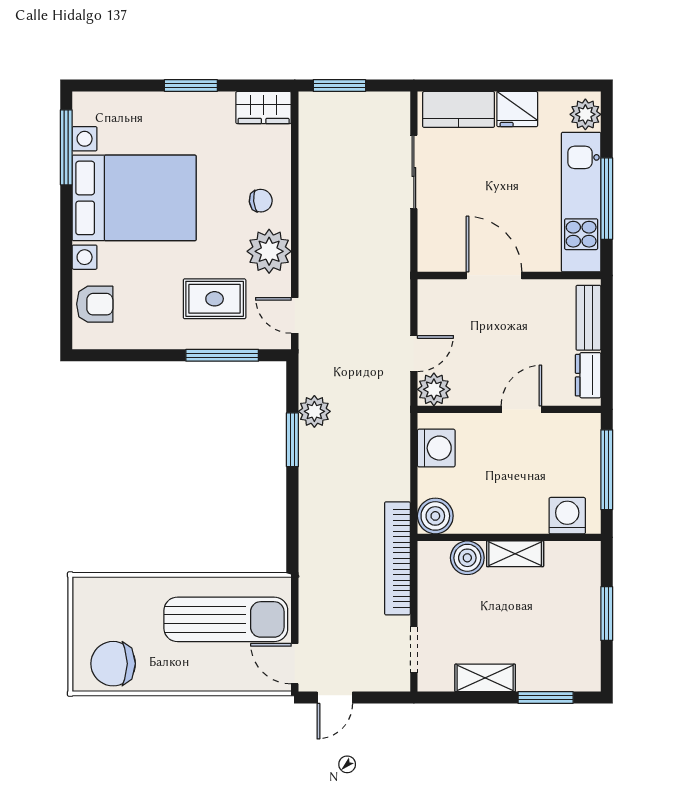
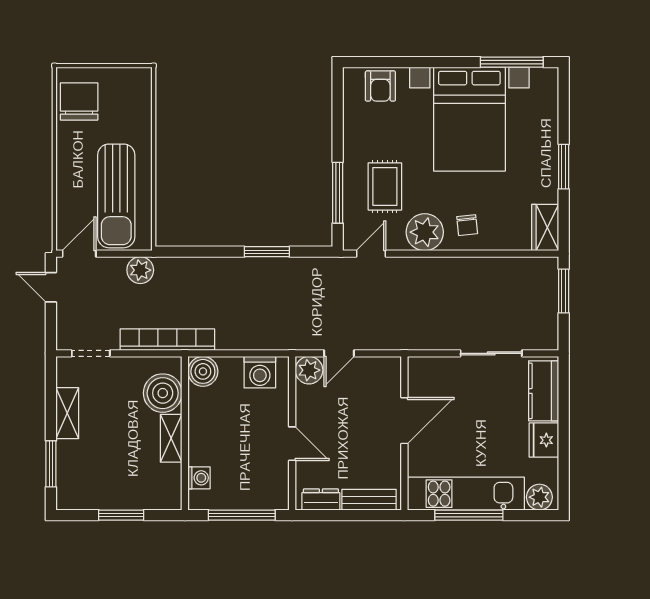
door: (414, 354) -> (339, 353), hinge flipped
plant: (314, 411) -> (140, 270), moved
washing machine: (567, 516) -> (199, 478), width x0.73, depth x0.73
boiler: (467, 558) -> (163, 393), width x1.37, depth x1.37

